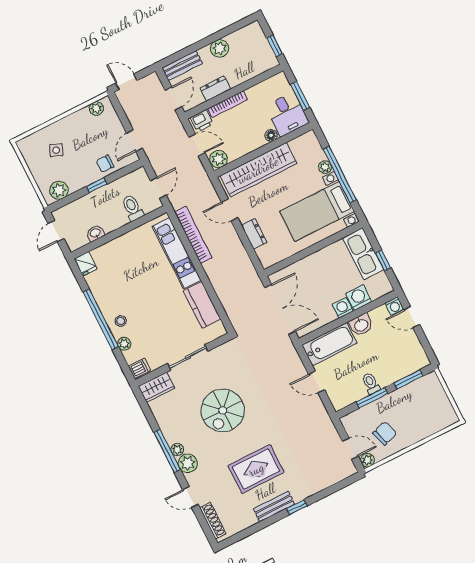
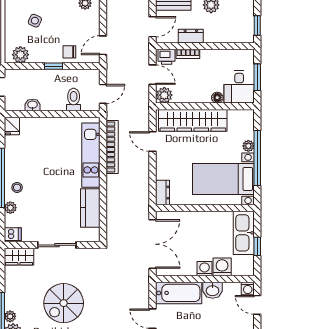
bookcase: (228, 104) -> (188, 54), width x0.64
dresser: (254, 234) -> (163, 193), moved

